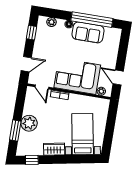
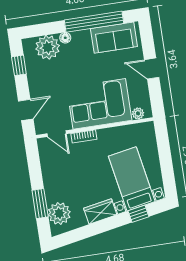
plant: (52, 22) -> (48, 47), width x1.87, depth x1.87
sofa: (88, 32) -> (114, 38), moved
door: (118, 77) -> (152, 69), moved
plant: (29, 123) -> (59, 213), moved
window: (32, 160) -> (138, 214), moved

